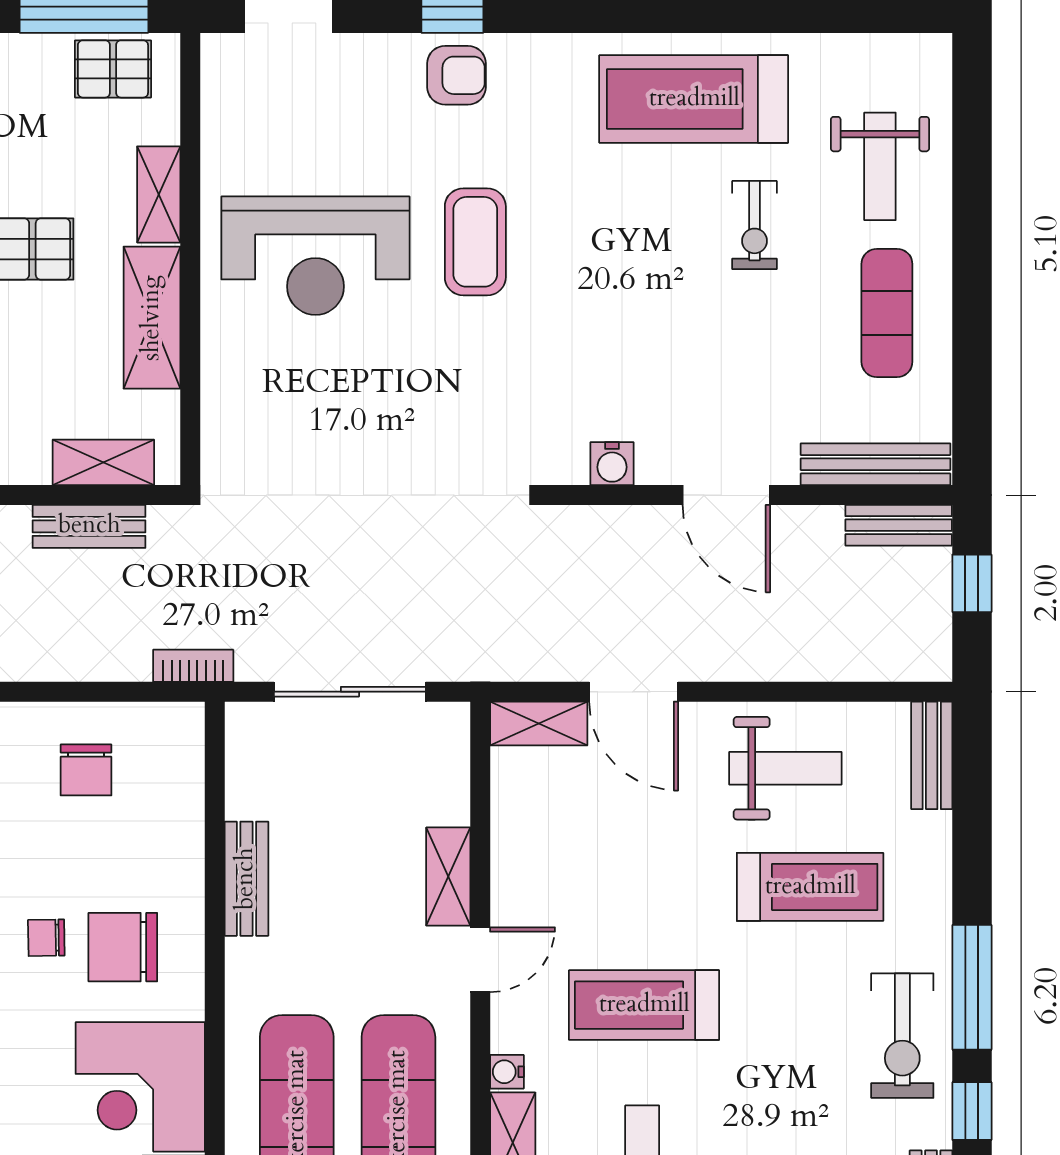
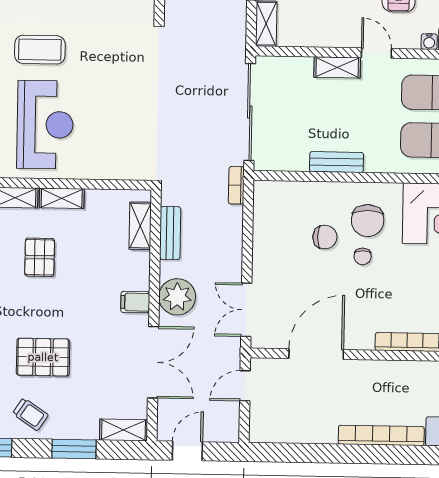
shelving: (152, 318) -> (62, 198), width x0.67, depth x0.75
sliding door: (350, 692) -> (250, 112), width x1.36
chair: (86, 770) -> (325, 237), moved

